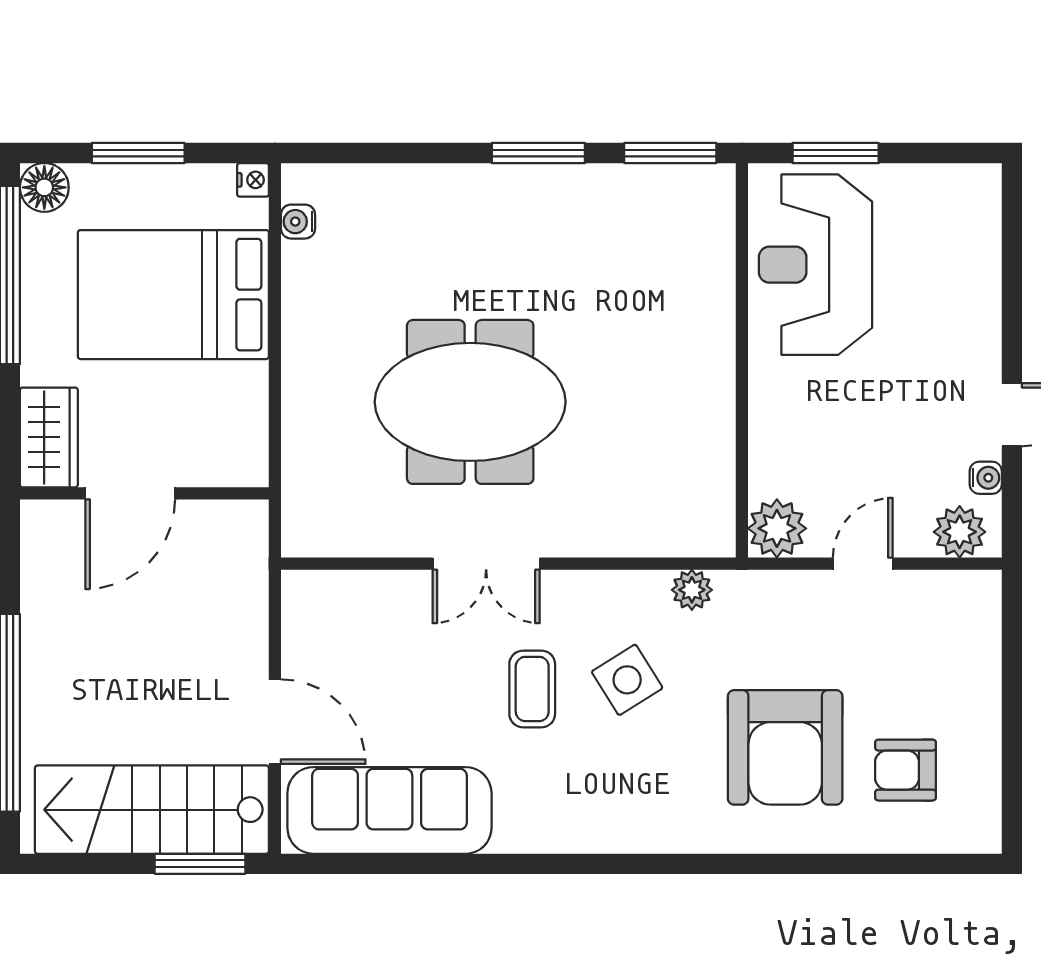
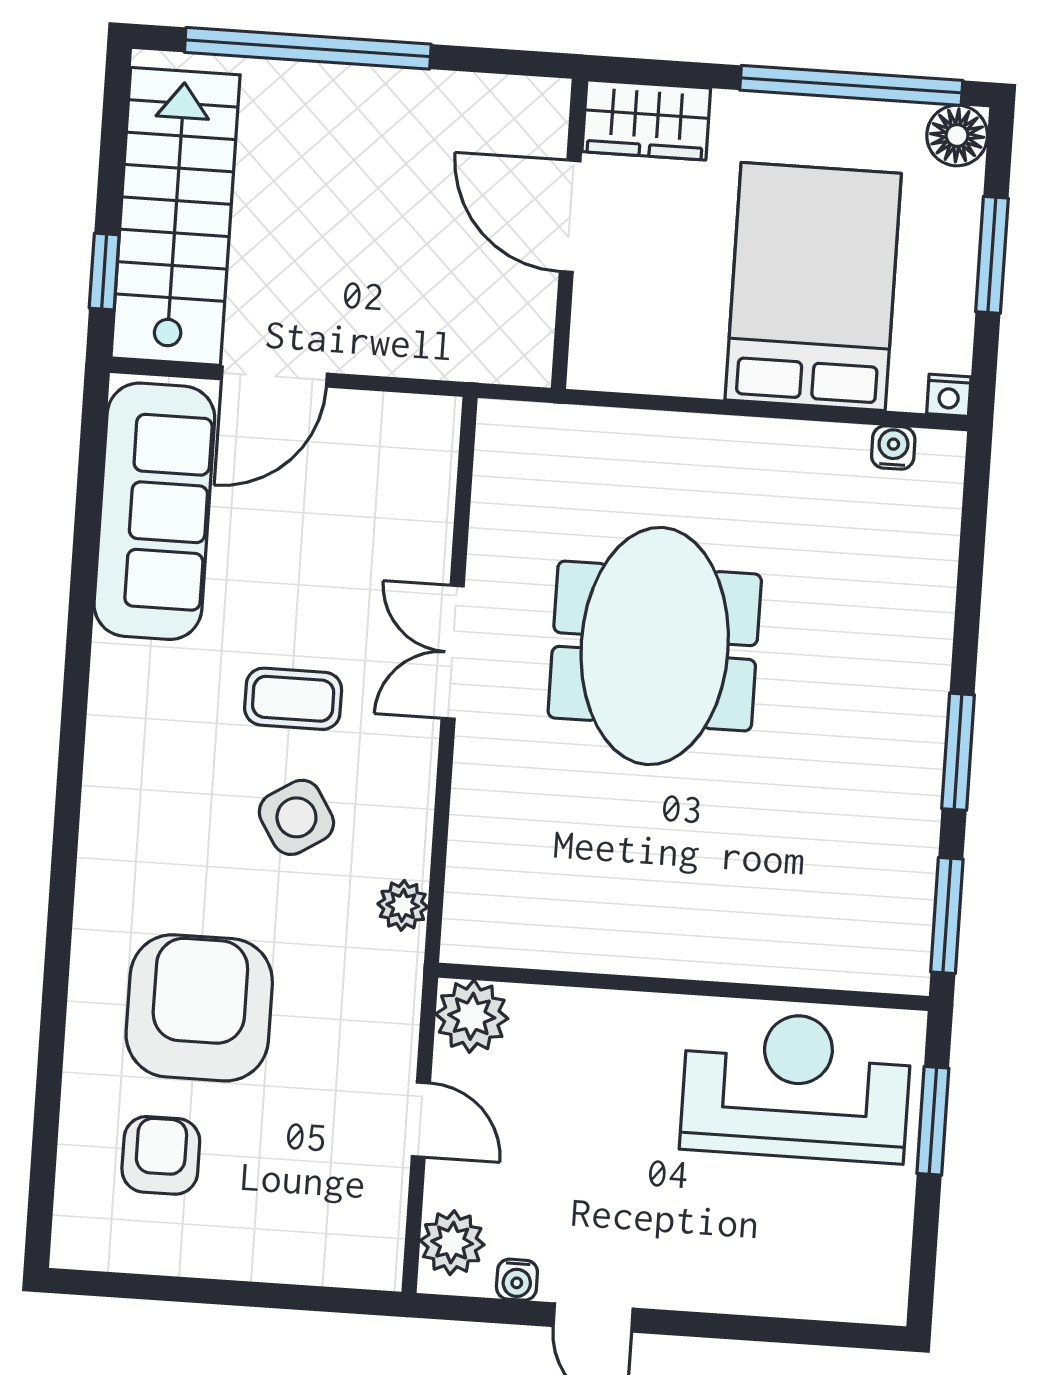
armchair: (785, 747) -> (199, 1008), turned 90
window: (200, 864) -> (104, 272), width x0.67

